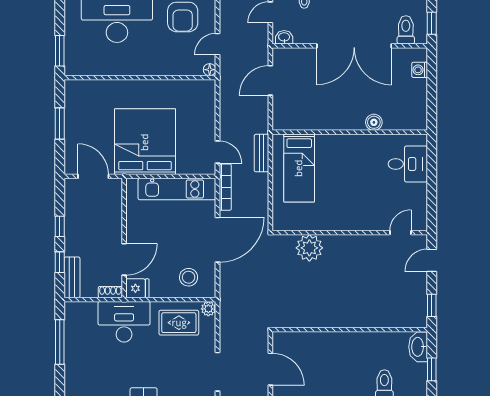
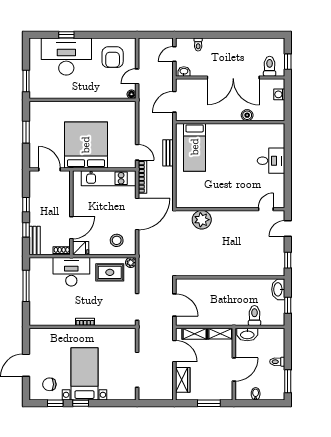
boiler: (374, 122) -> (247, 115), moved
wall: (350, 132) -> (230, 122), moved
bed: (299, 168) -> (195, 147), moved

